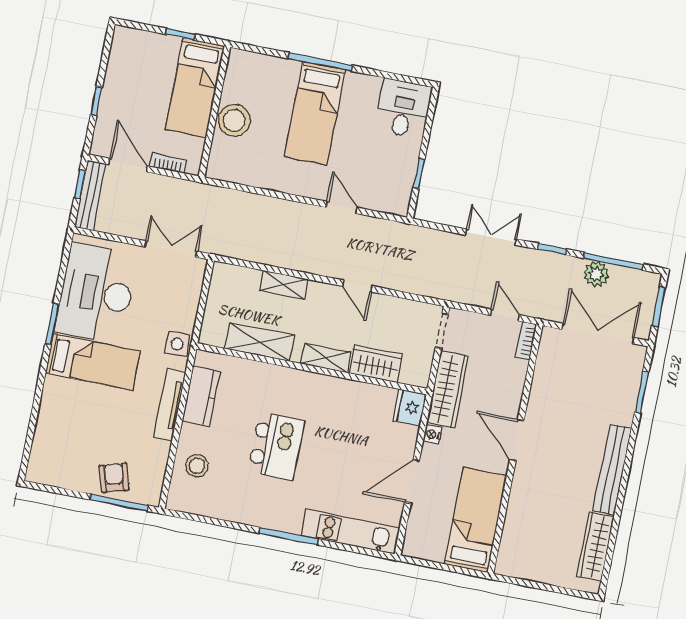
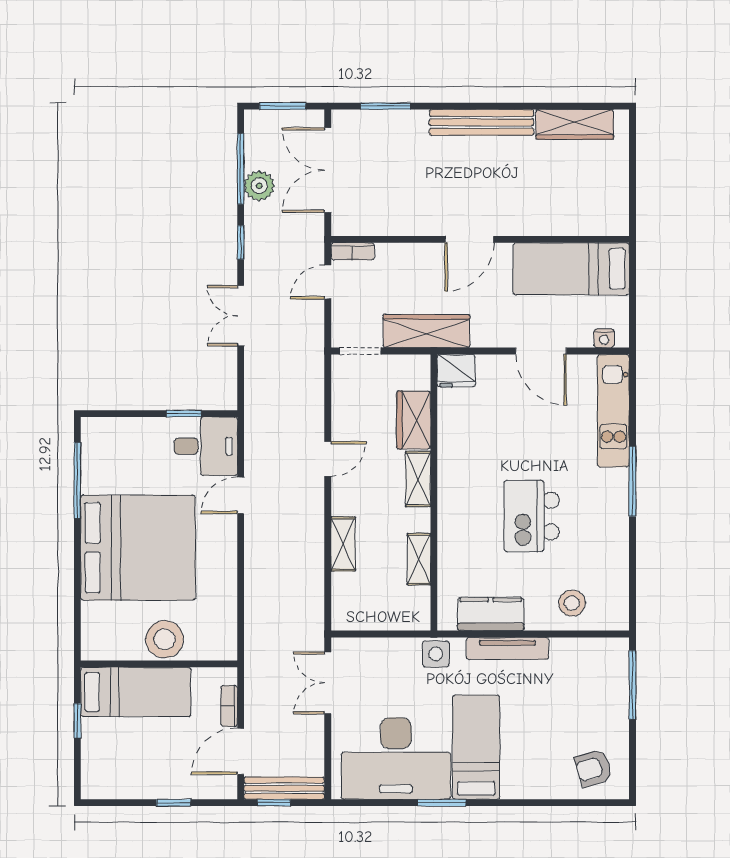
window: (320, 62) -> (77, 480), moved
desk: (403, 109) -> (206, 446), moved, turned 180
bed: (315, 113) -> (138, 548), width x2.04
shelving: (259, 342) -> (419, 559), width x0.67, depth x0.75
nightstand: (432, 434) -> (604, 338), moved
kitchen island: (276, 446) -> (532, 516), turned -90
armchair: (114, 478) -> (594, 768), moved

